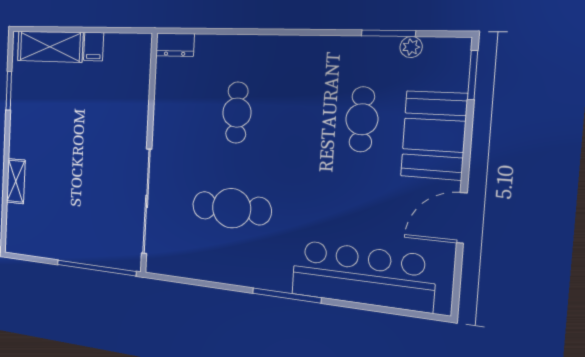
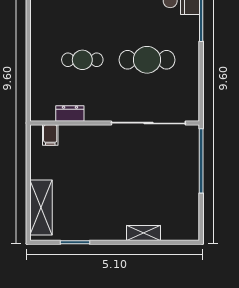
dresser: (175, 45) -> (70, 113), moved, turned -90
filing cabinet: (94, 47) -> (50, 135), moved, turned 90
cafe table: (232, 208) -> (147, 60), turned 90

